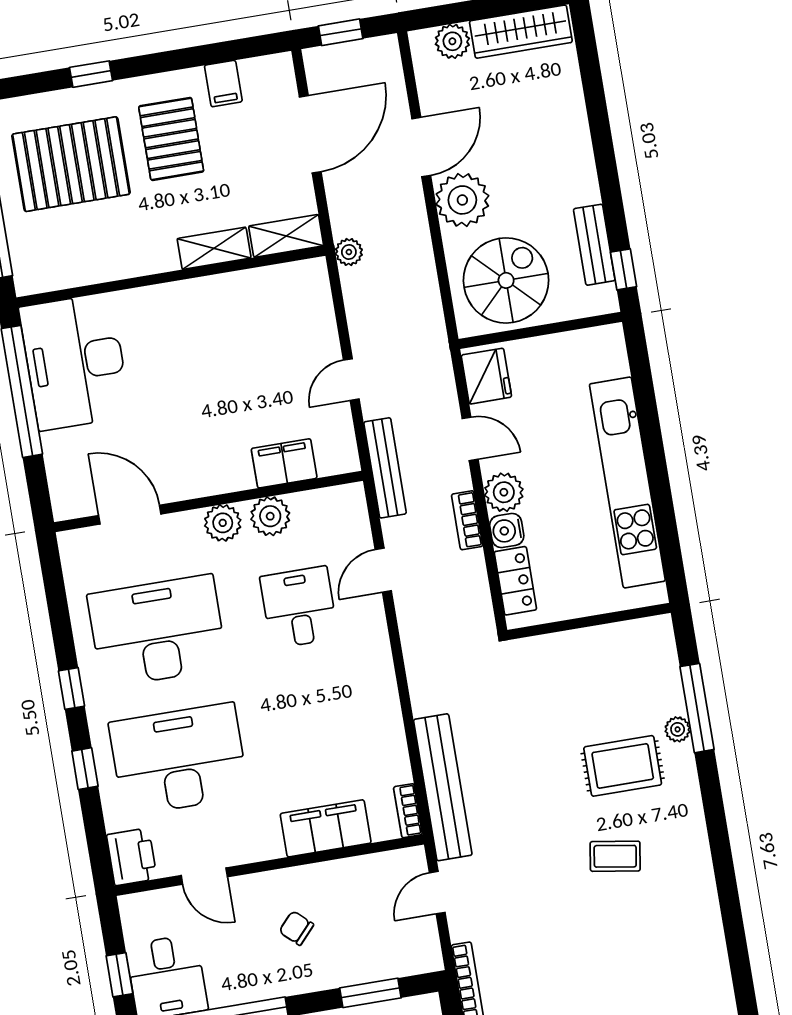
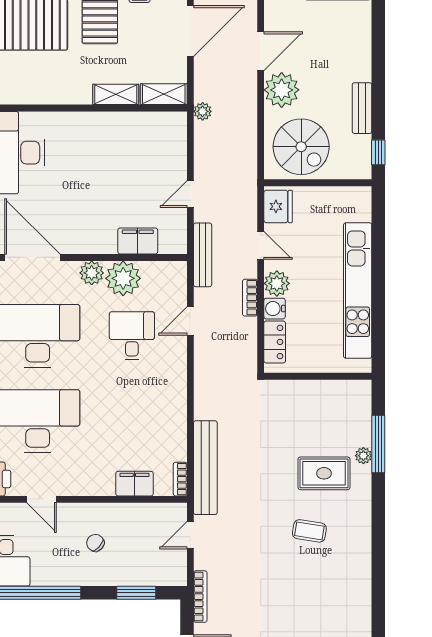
bench: (594, 245) -> (362, 108), moved
spiral stairs: (506, 280) -> (301, 147), turned 90
door: (130, 515) -> (32, 257), width x1.36
plant: (270, 516) -> (123, 278), width x1.36, depth x1.36
filing cabinet: (326, 828) -> (134, 484), width x0.67, depth x0.86

